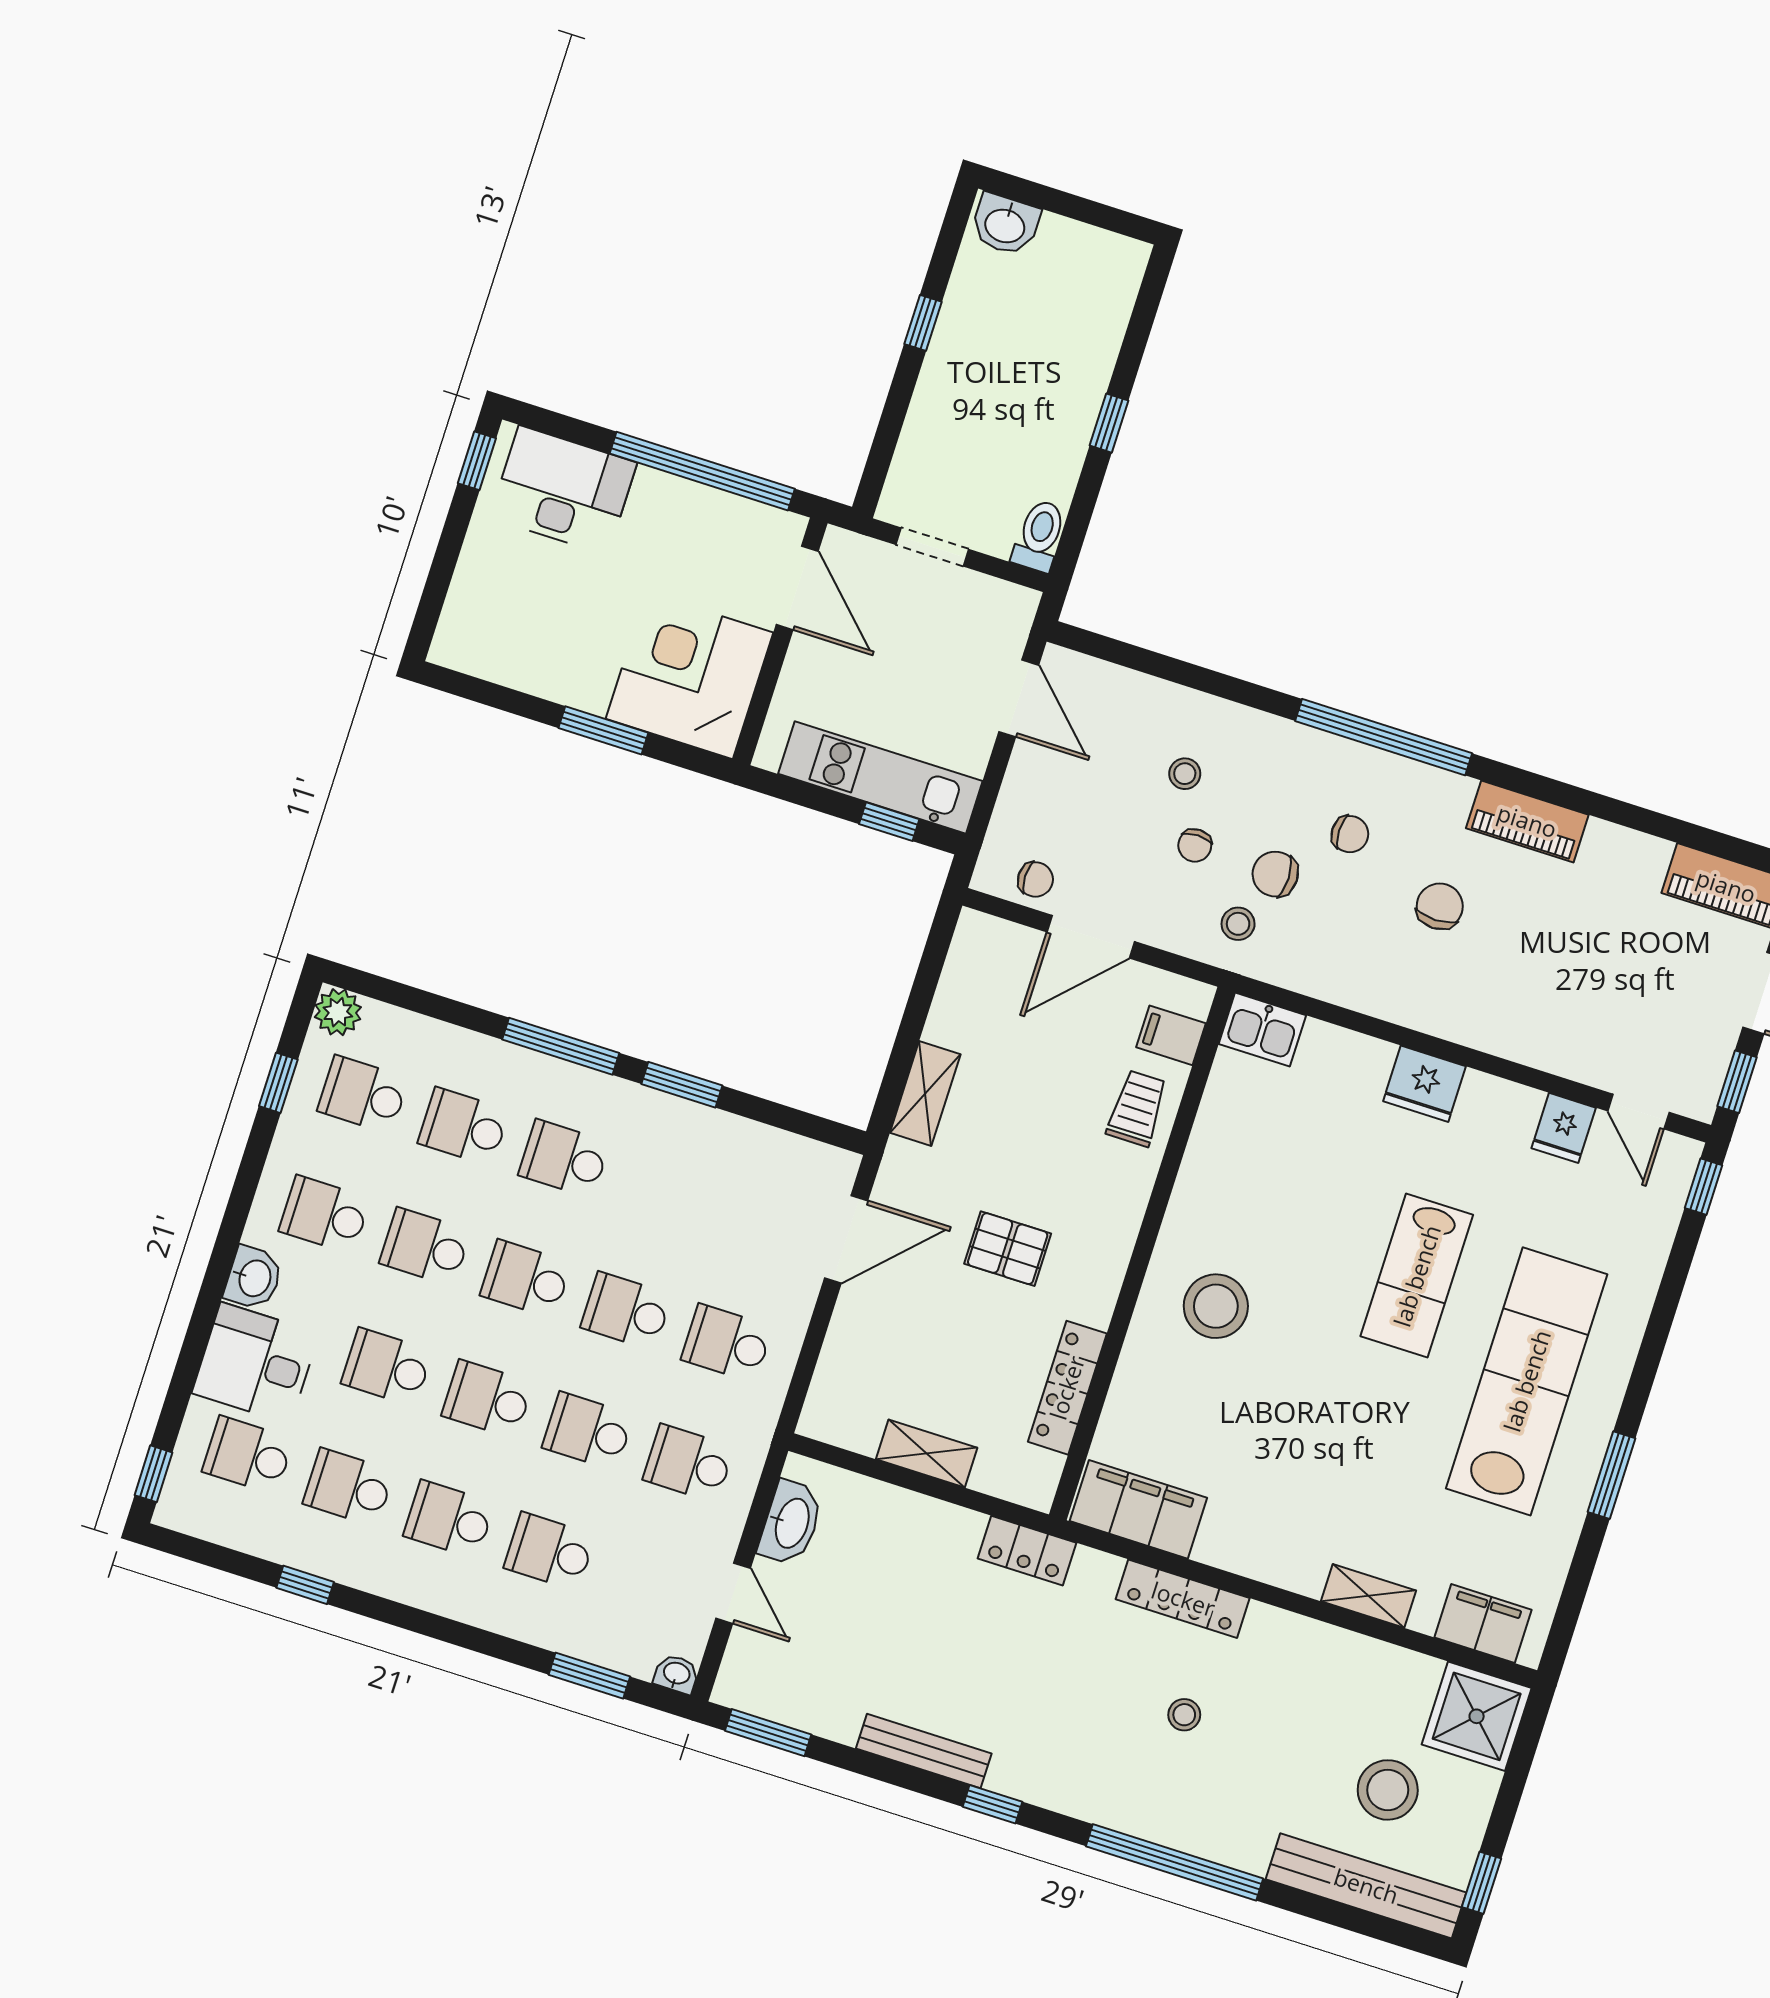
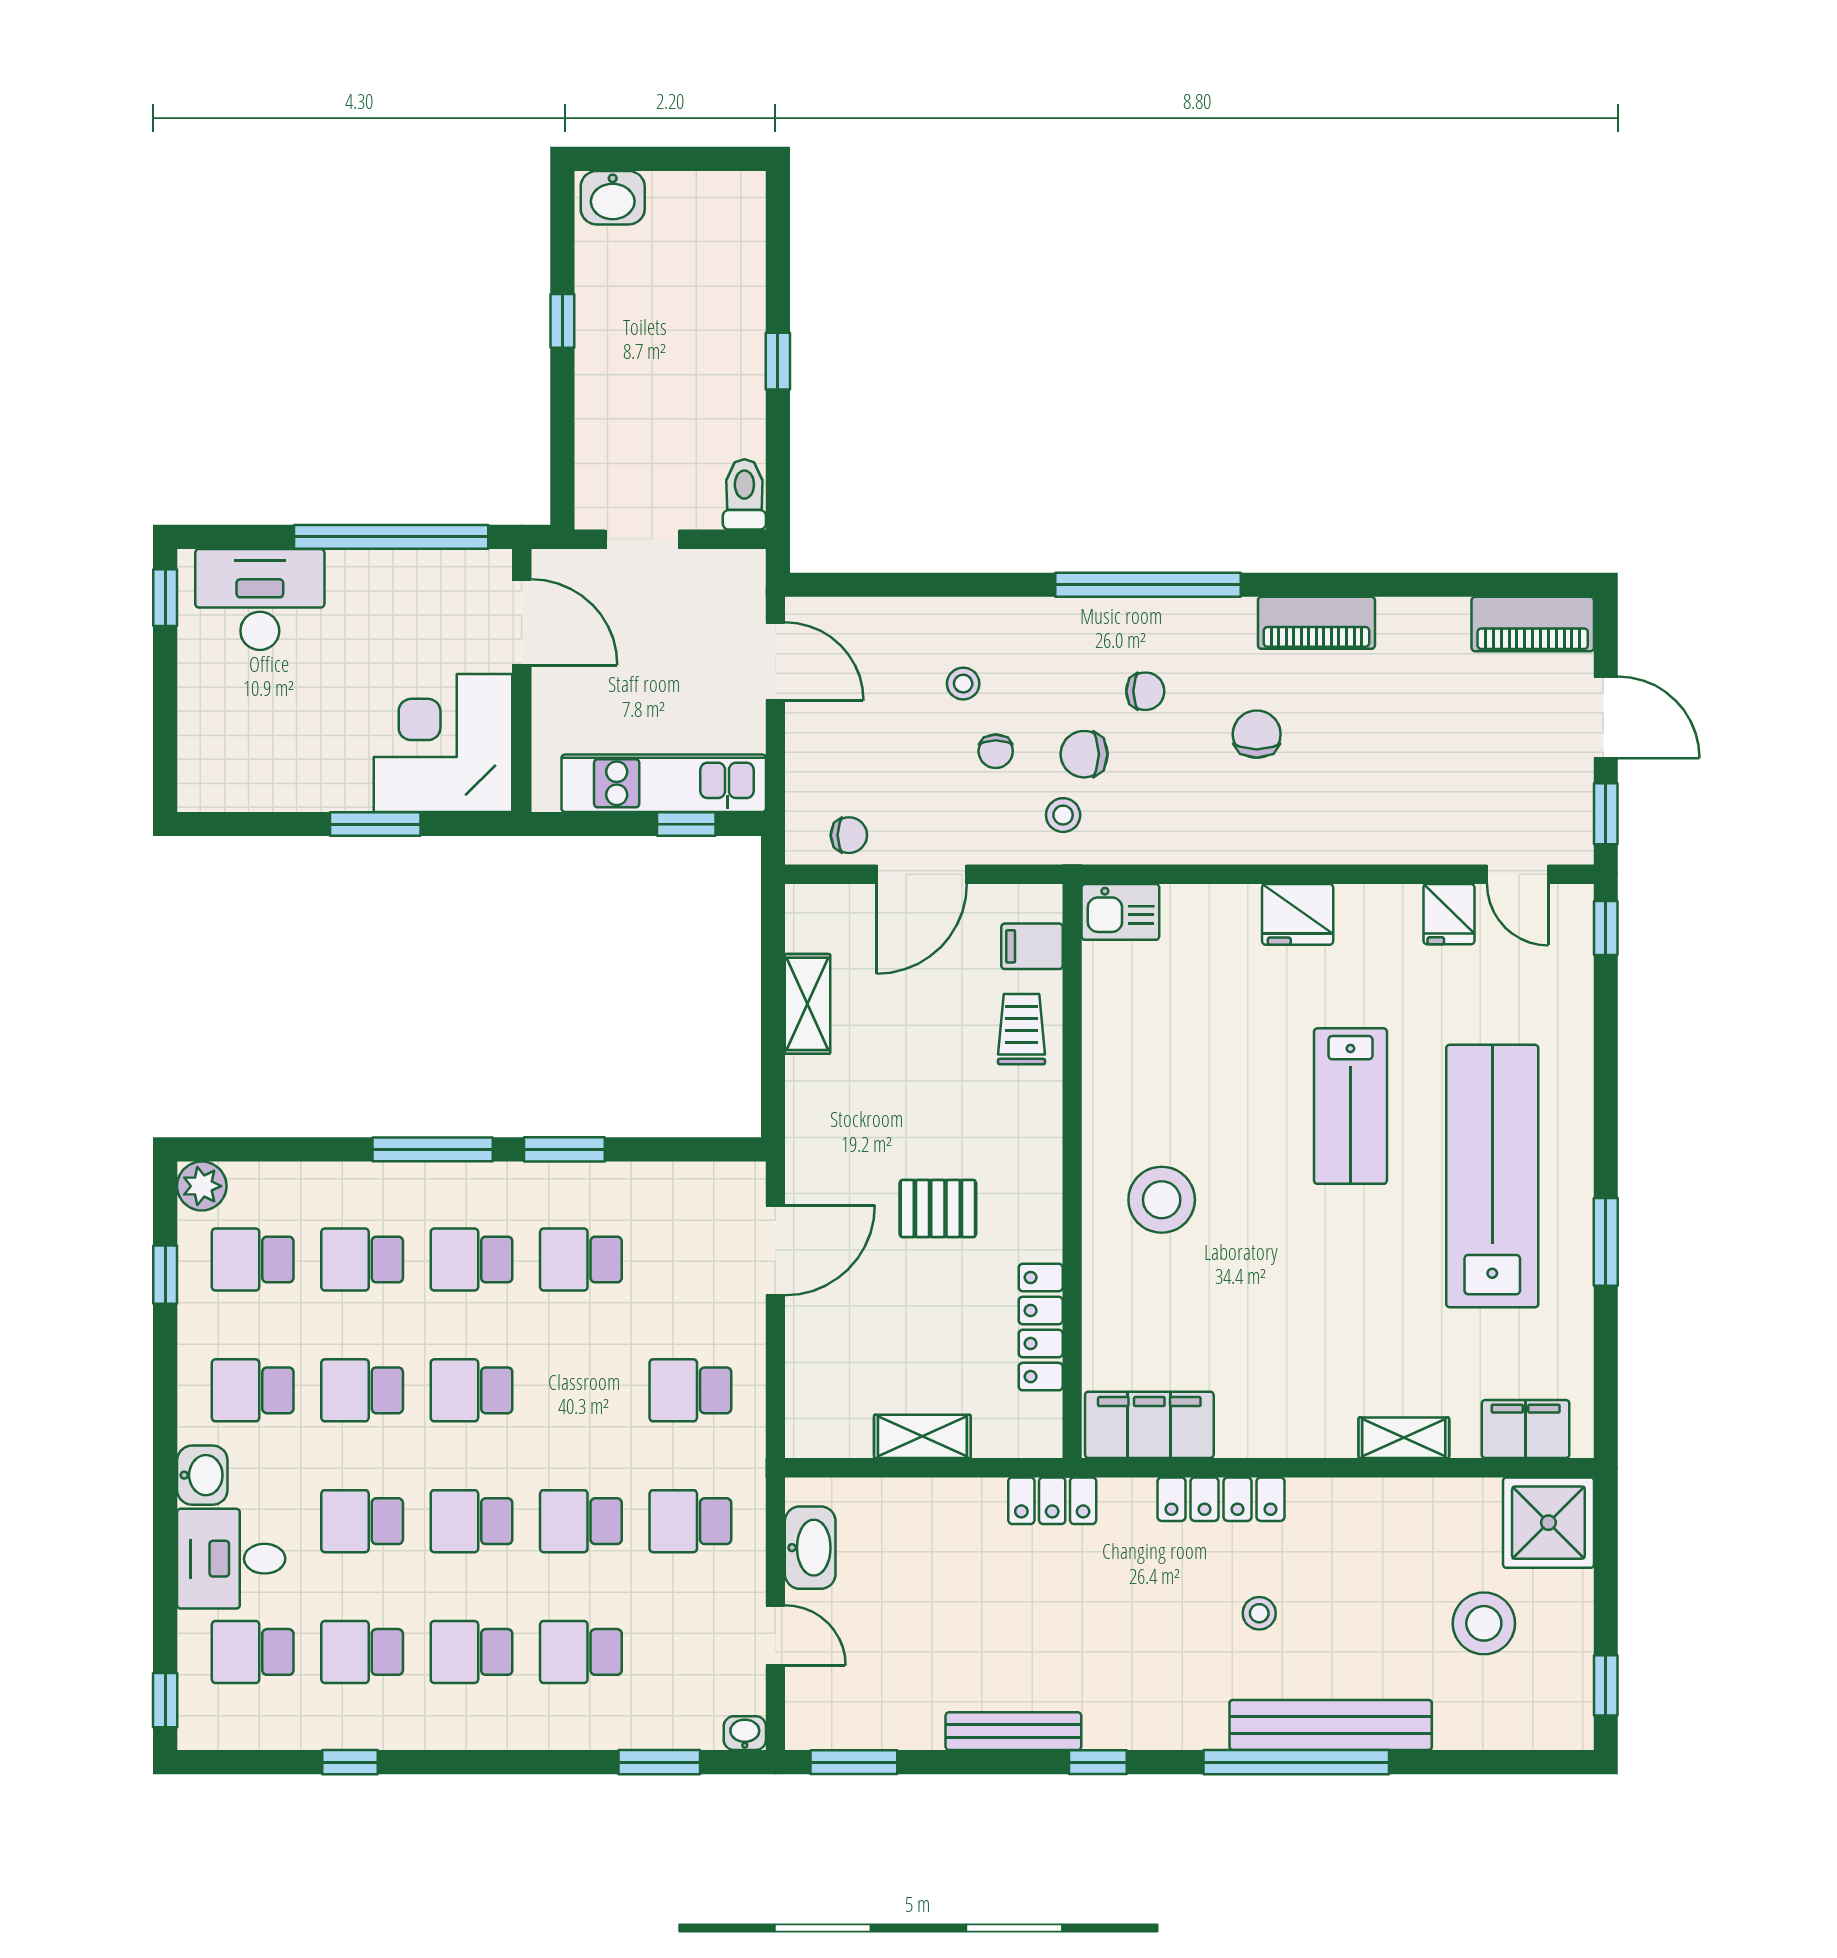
shelving: (925, 1093) -> (807, 1004), moved
school desk: (626, 1311) -> (581, 1260), moved
bench: (1366, 1886) -> (1331, 1725), moved

